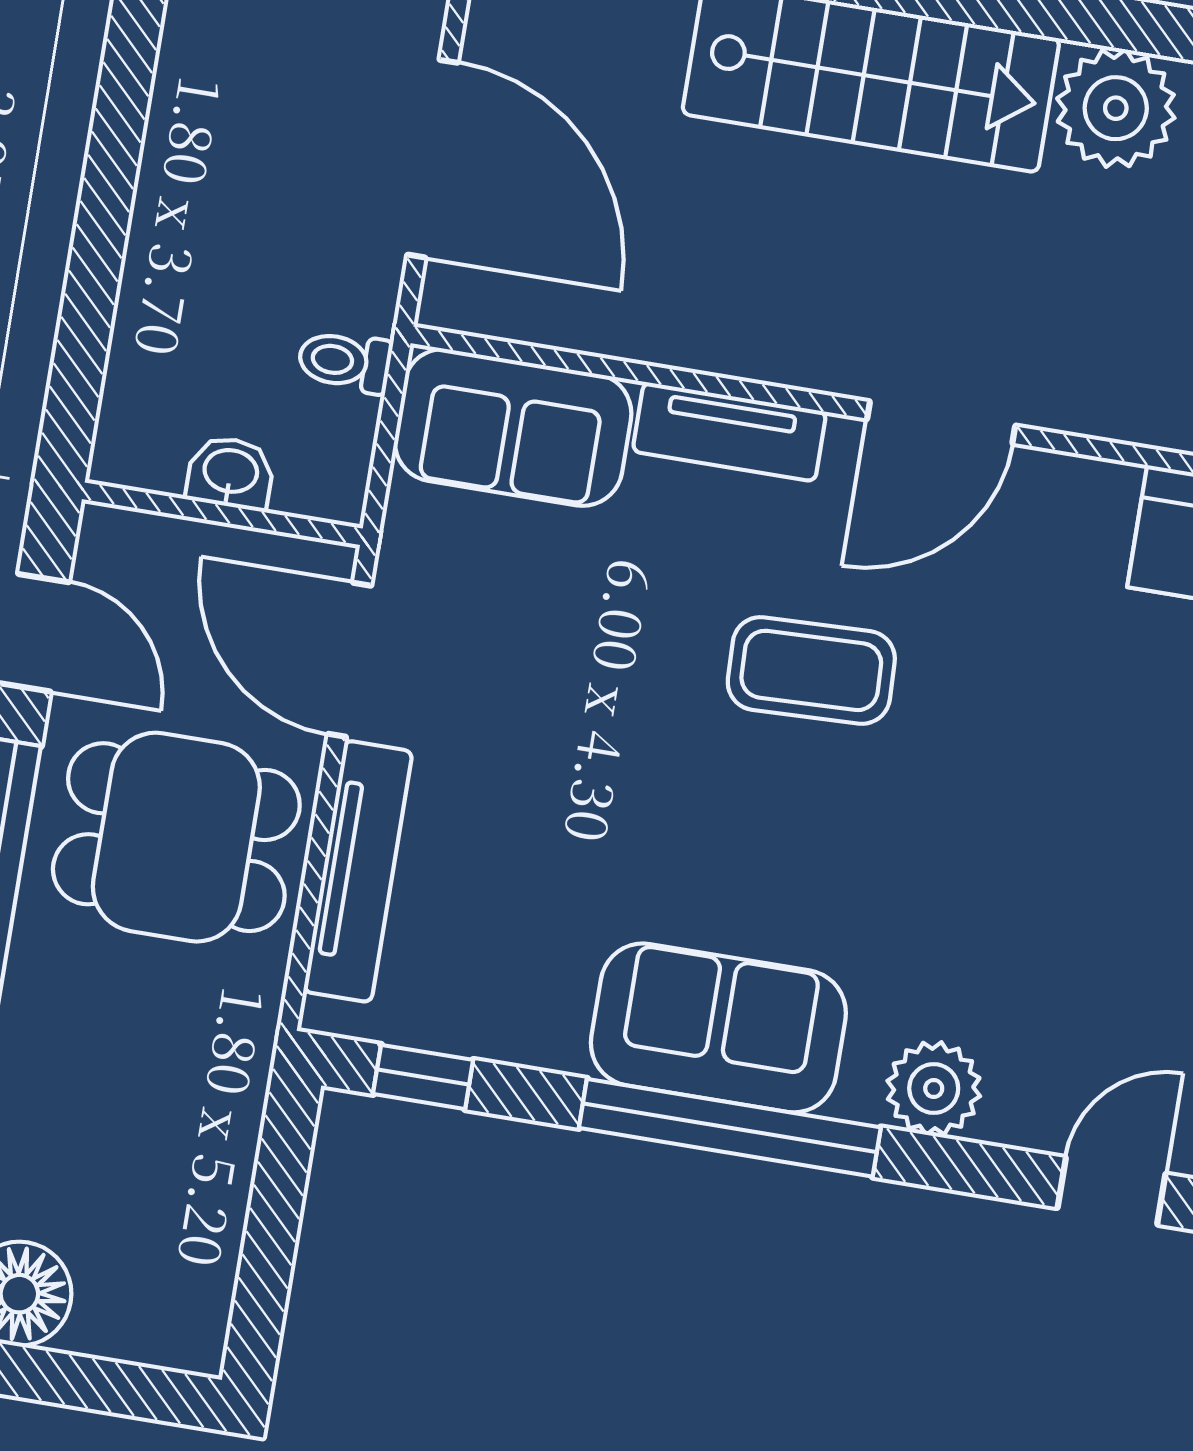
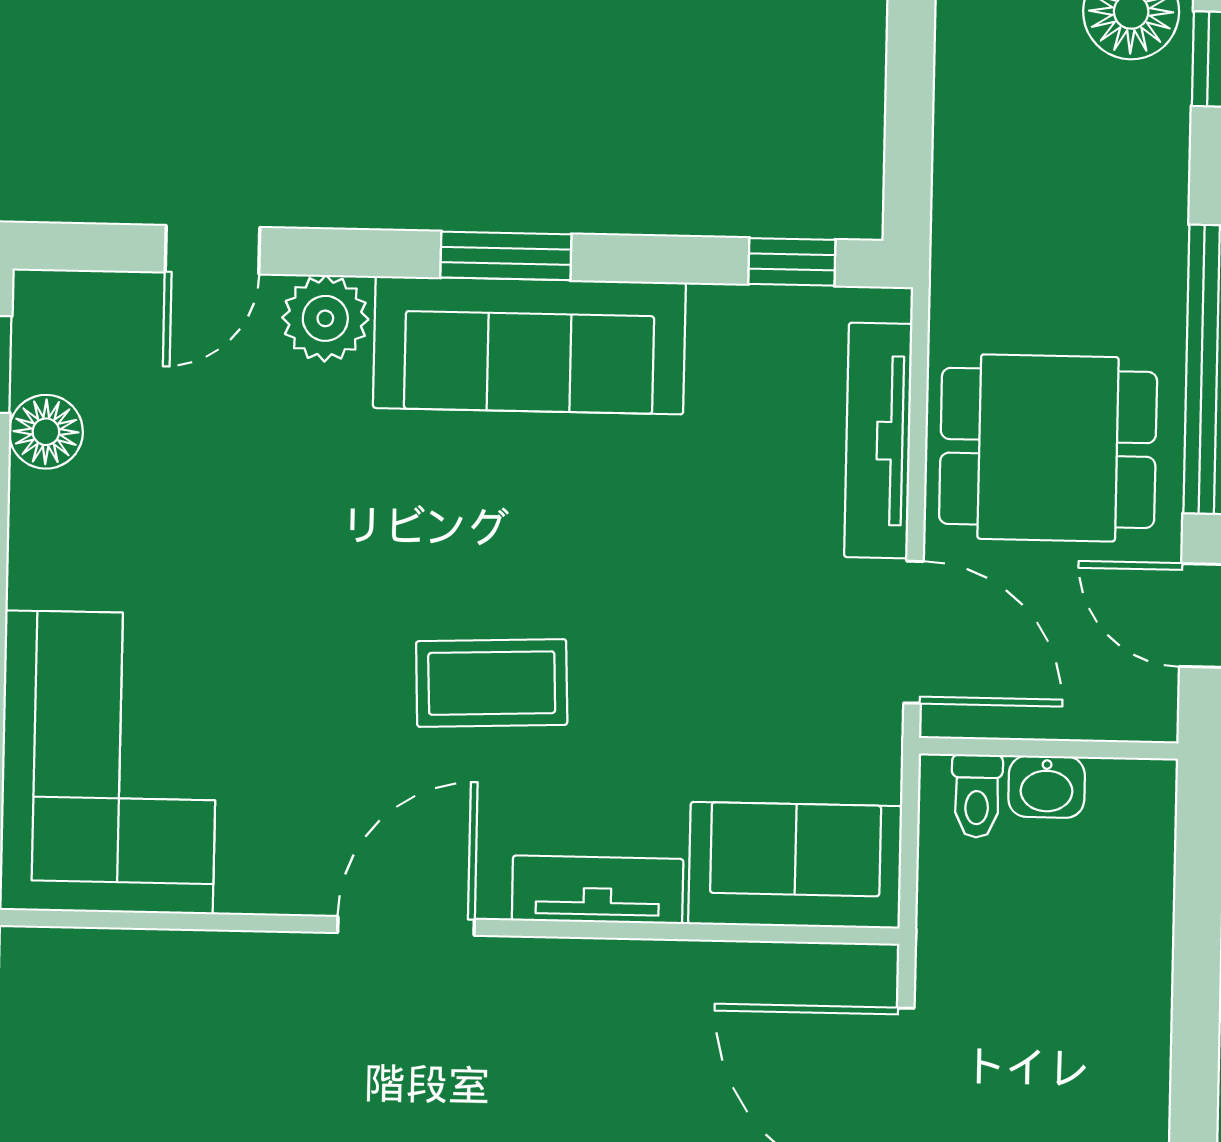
toilet: (345, 361) -> (977, 796), moved, turned 90
sofa: (718, 1028) -> (529, 345), width x1.36
window: (730, 1128) -> (506, 256), width x0.47
door: (1111, 1191) -> (213, 250), moved

